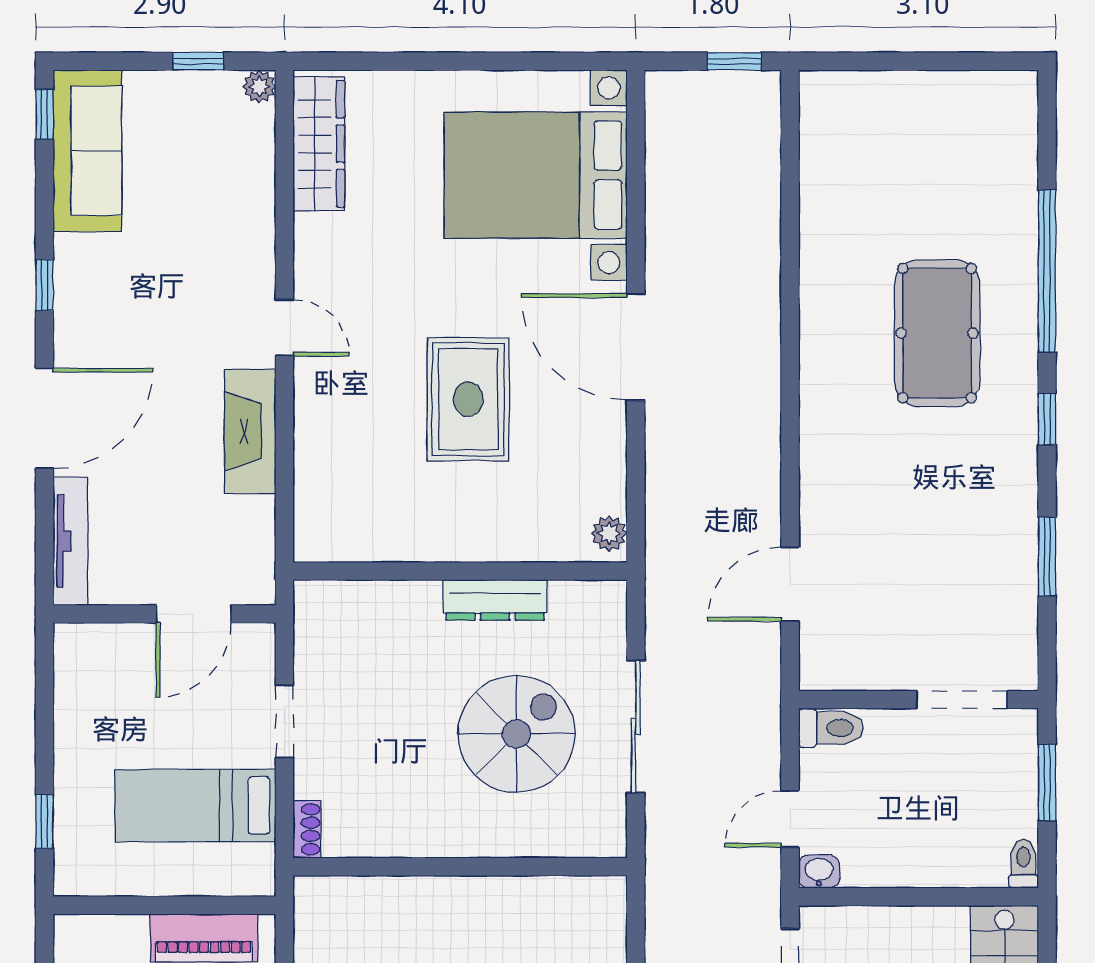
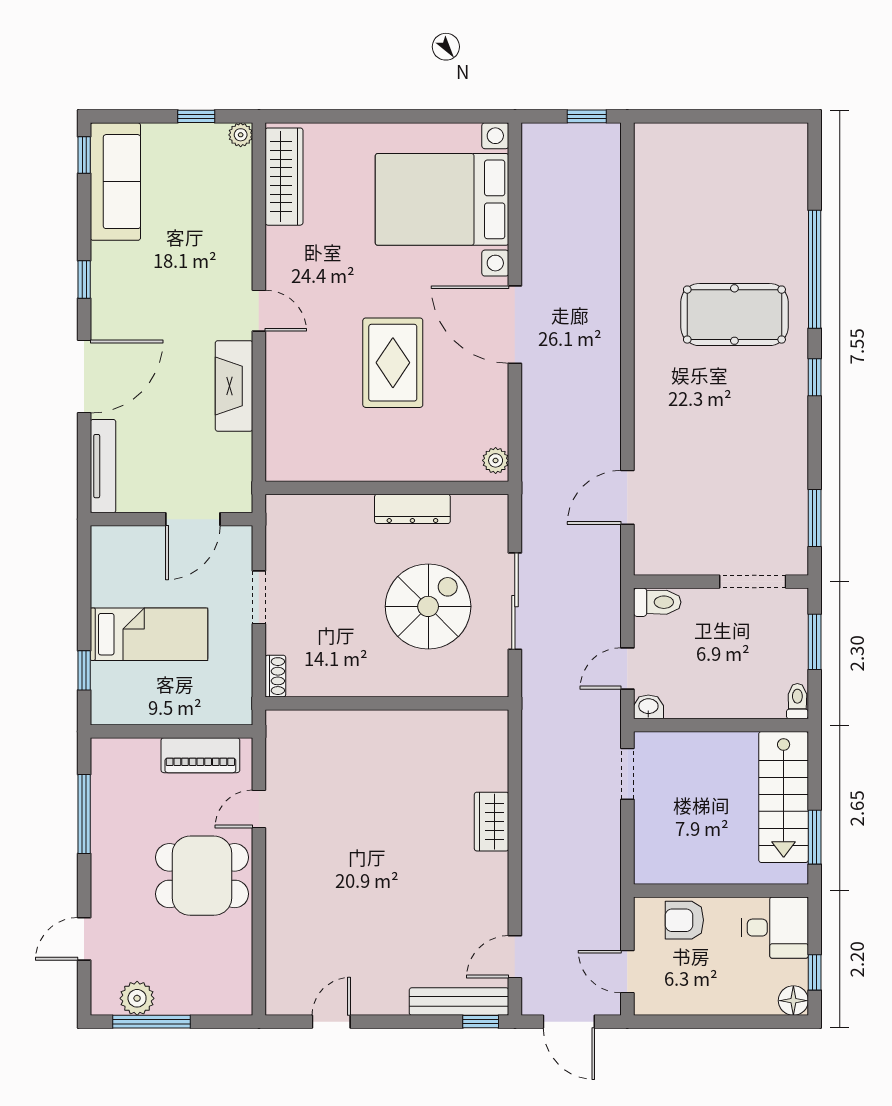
pool table: (937, 333) -> (734, 315), turned 90
window: (1047, 557) -> (815, 518), moved
bed: (195, 806) -> (149, 634), moved, turned 180

